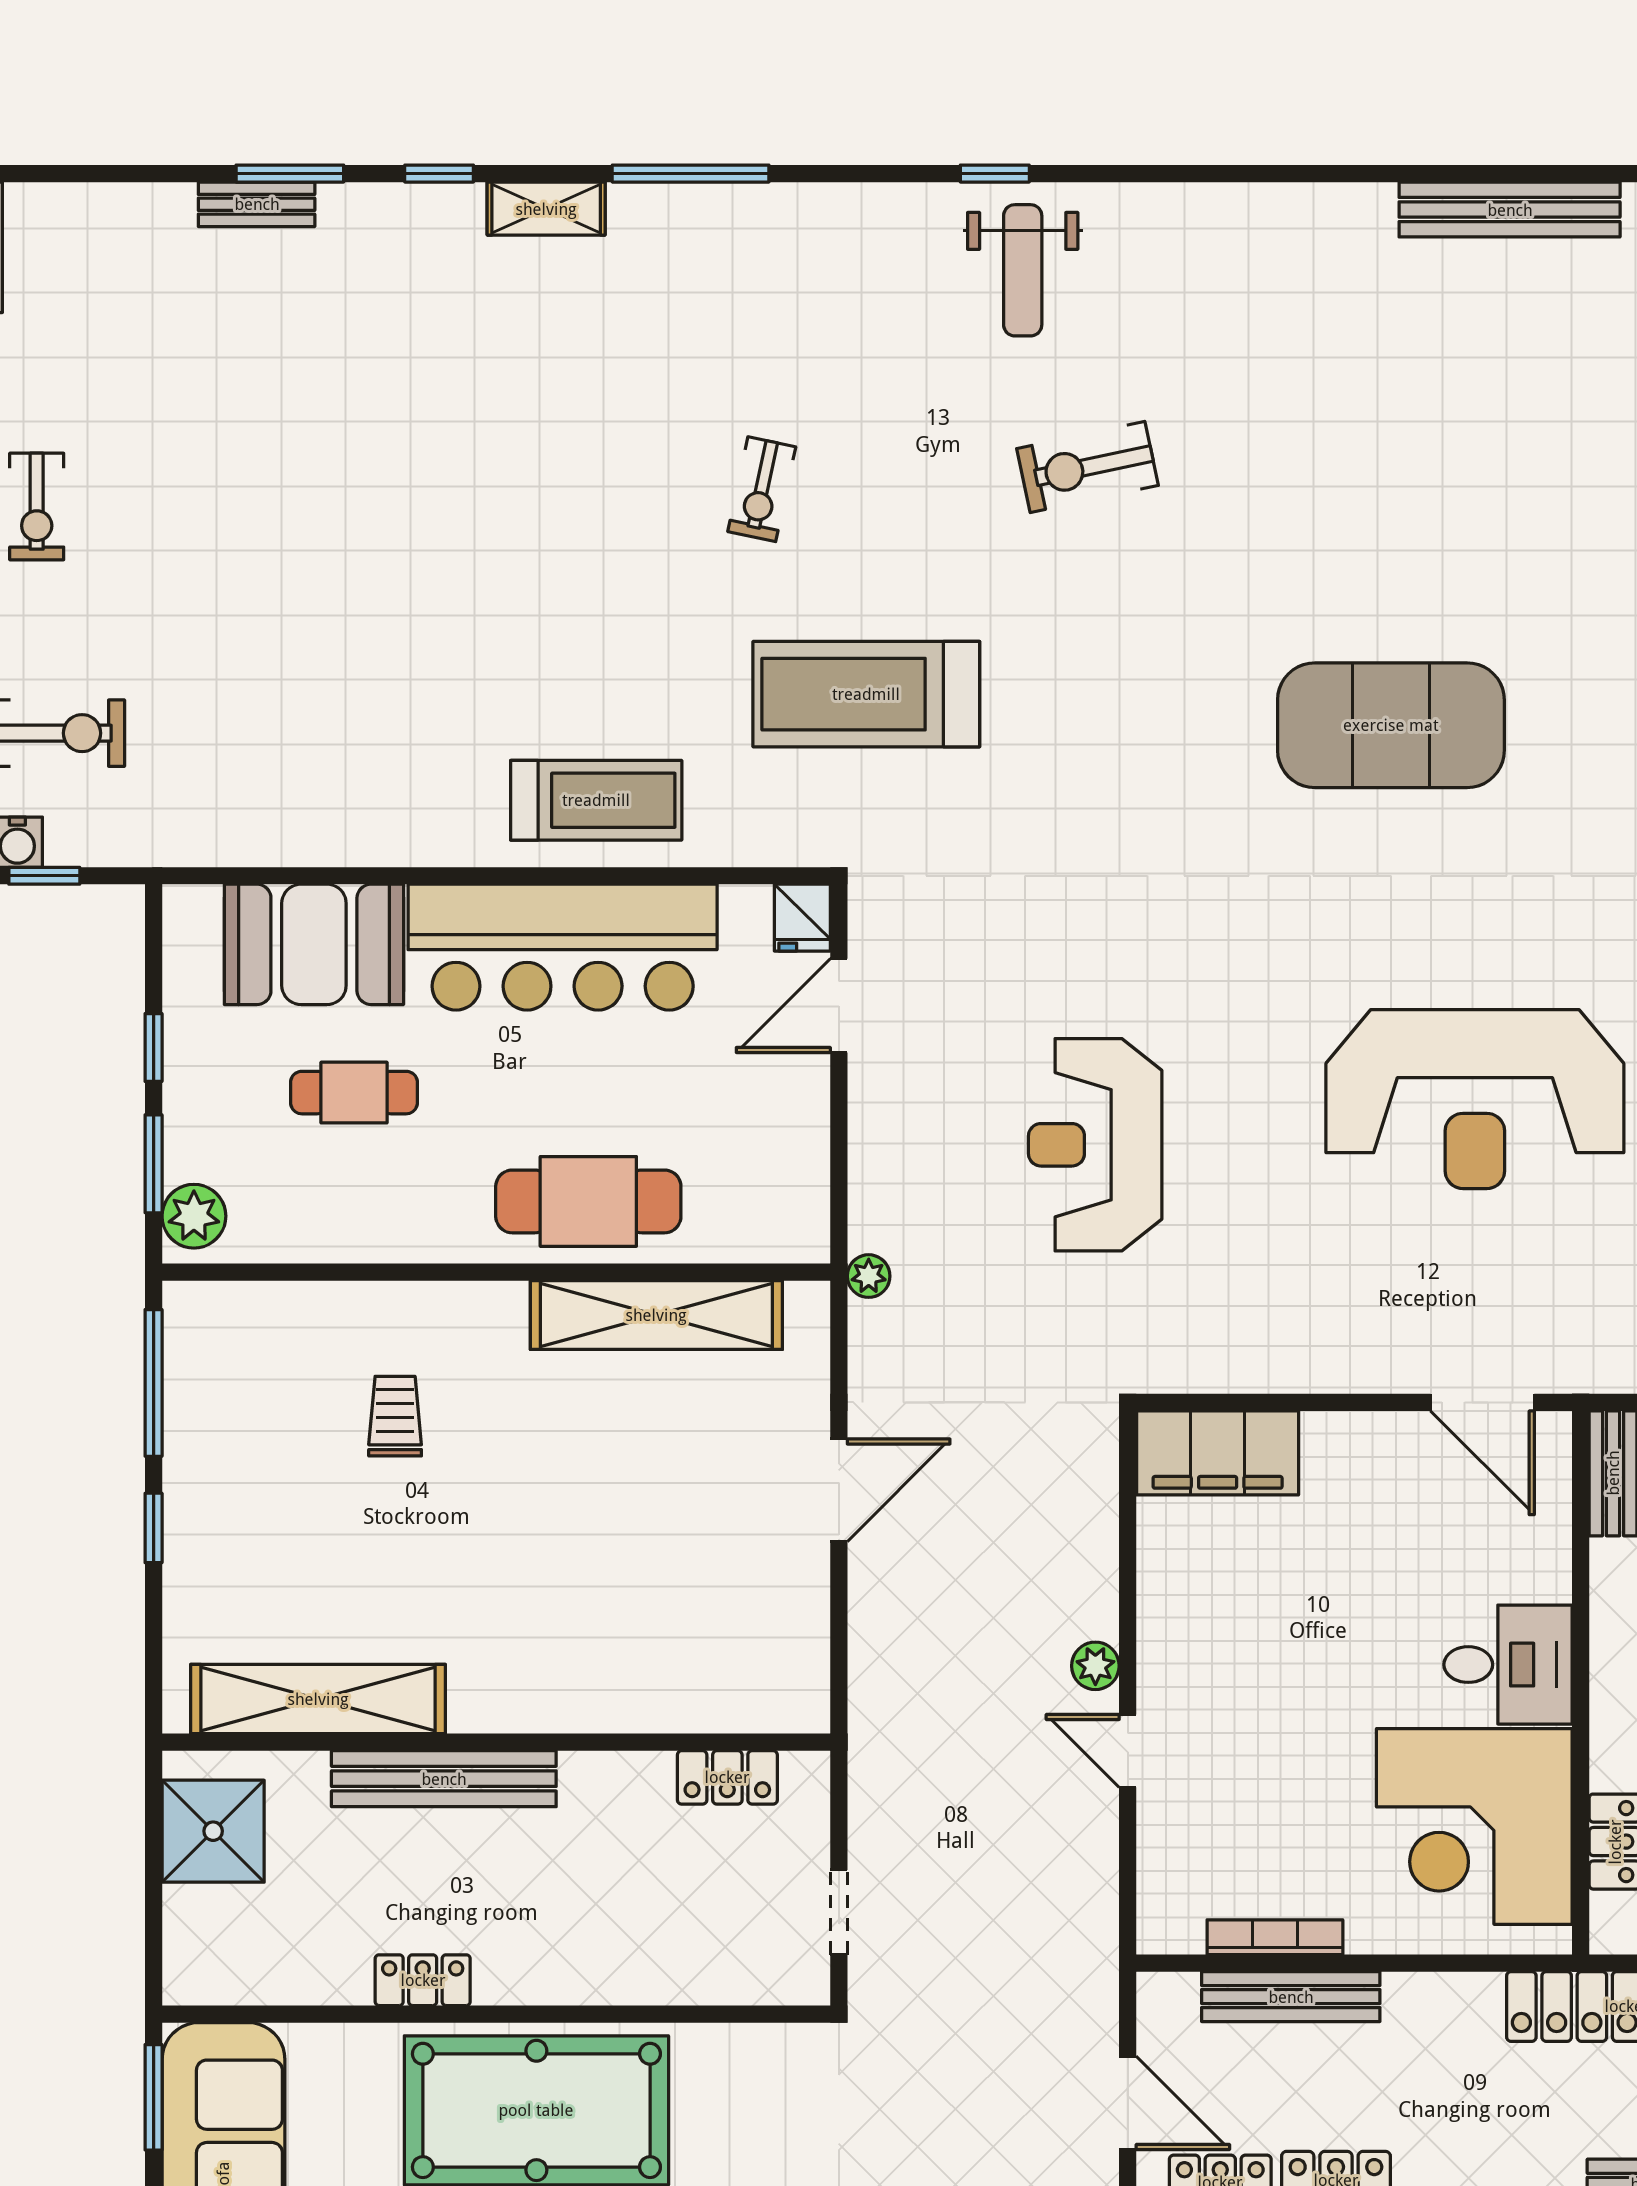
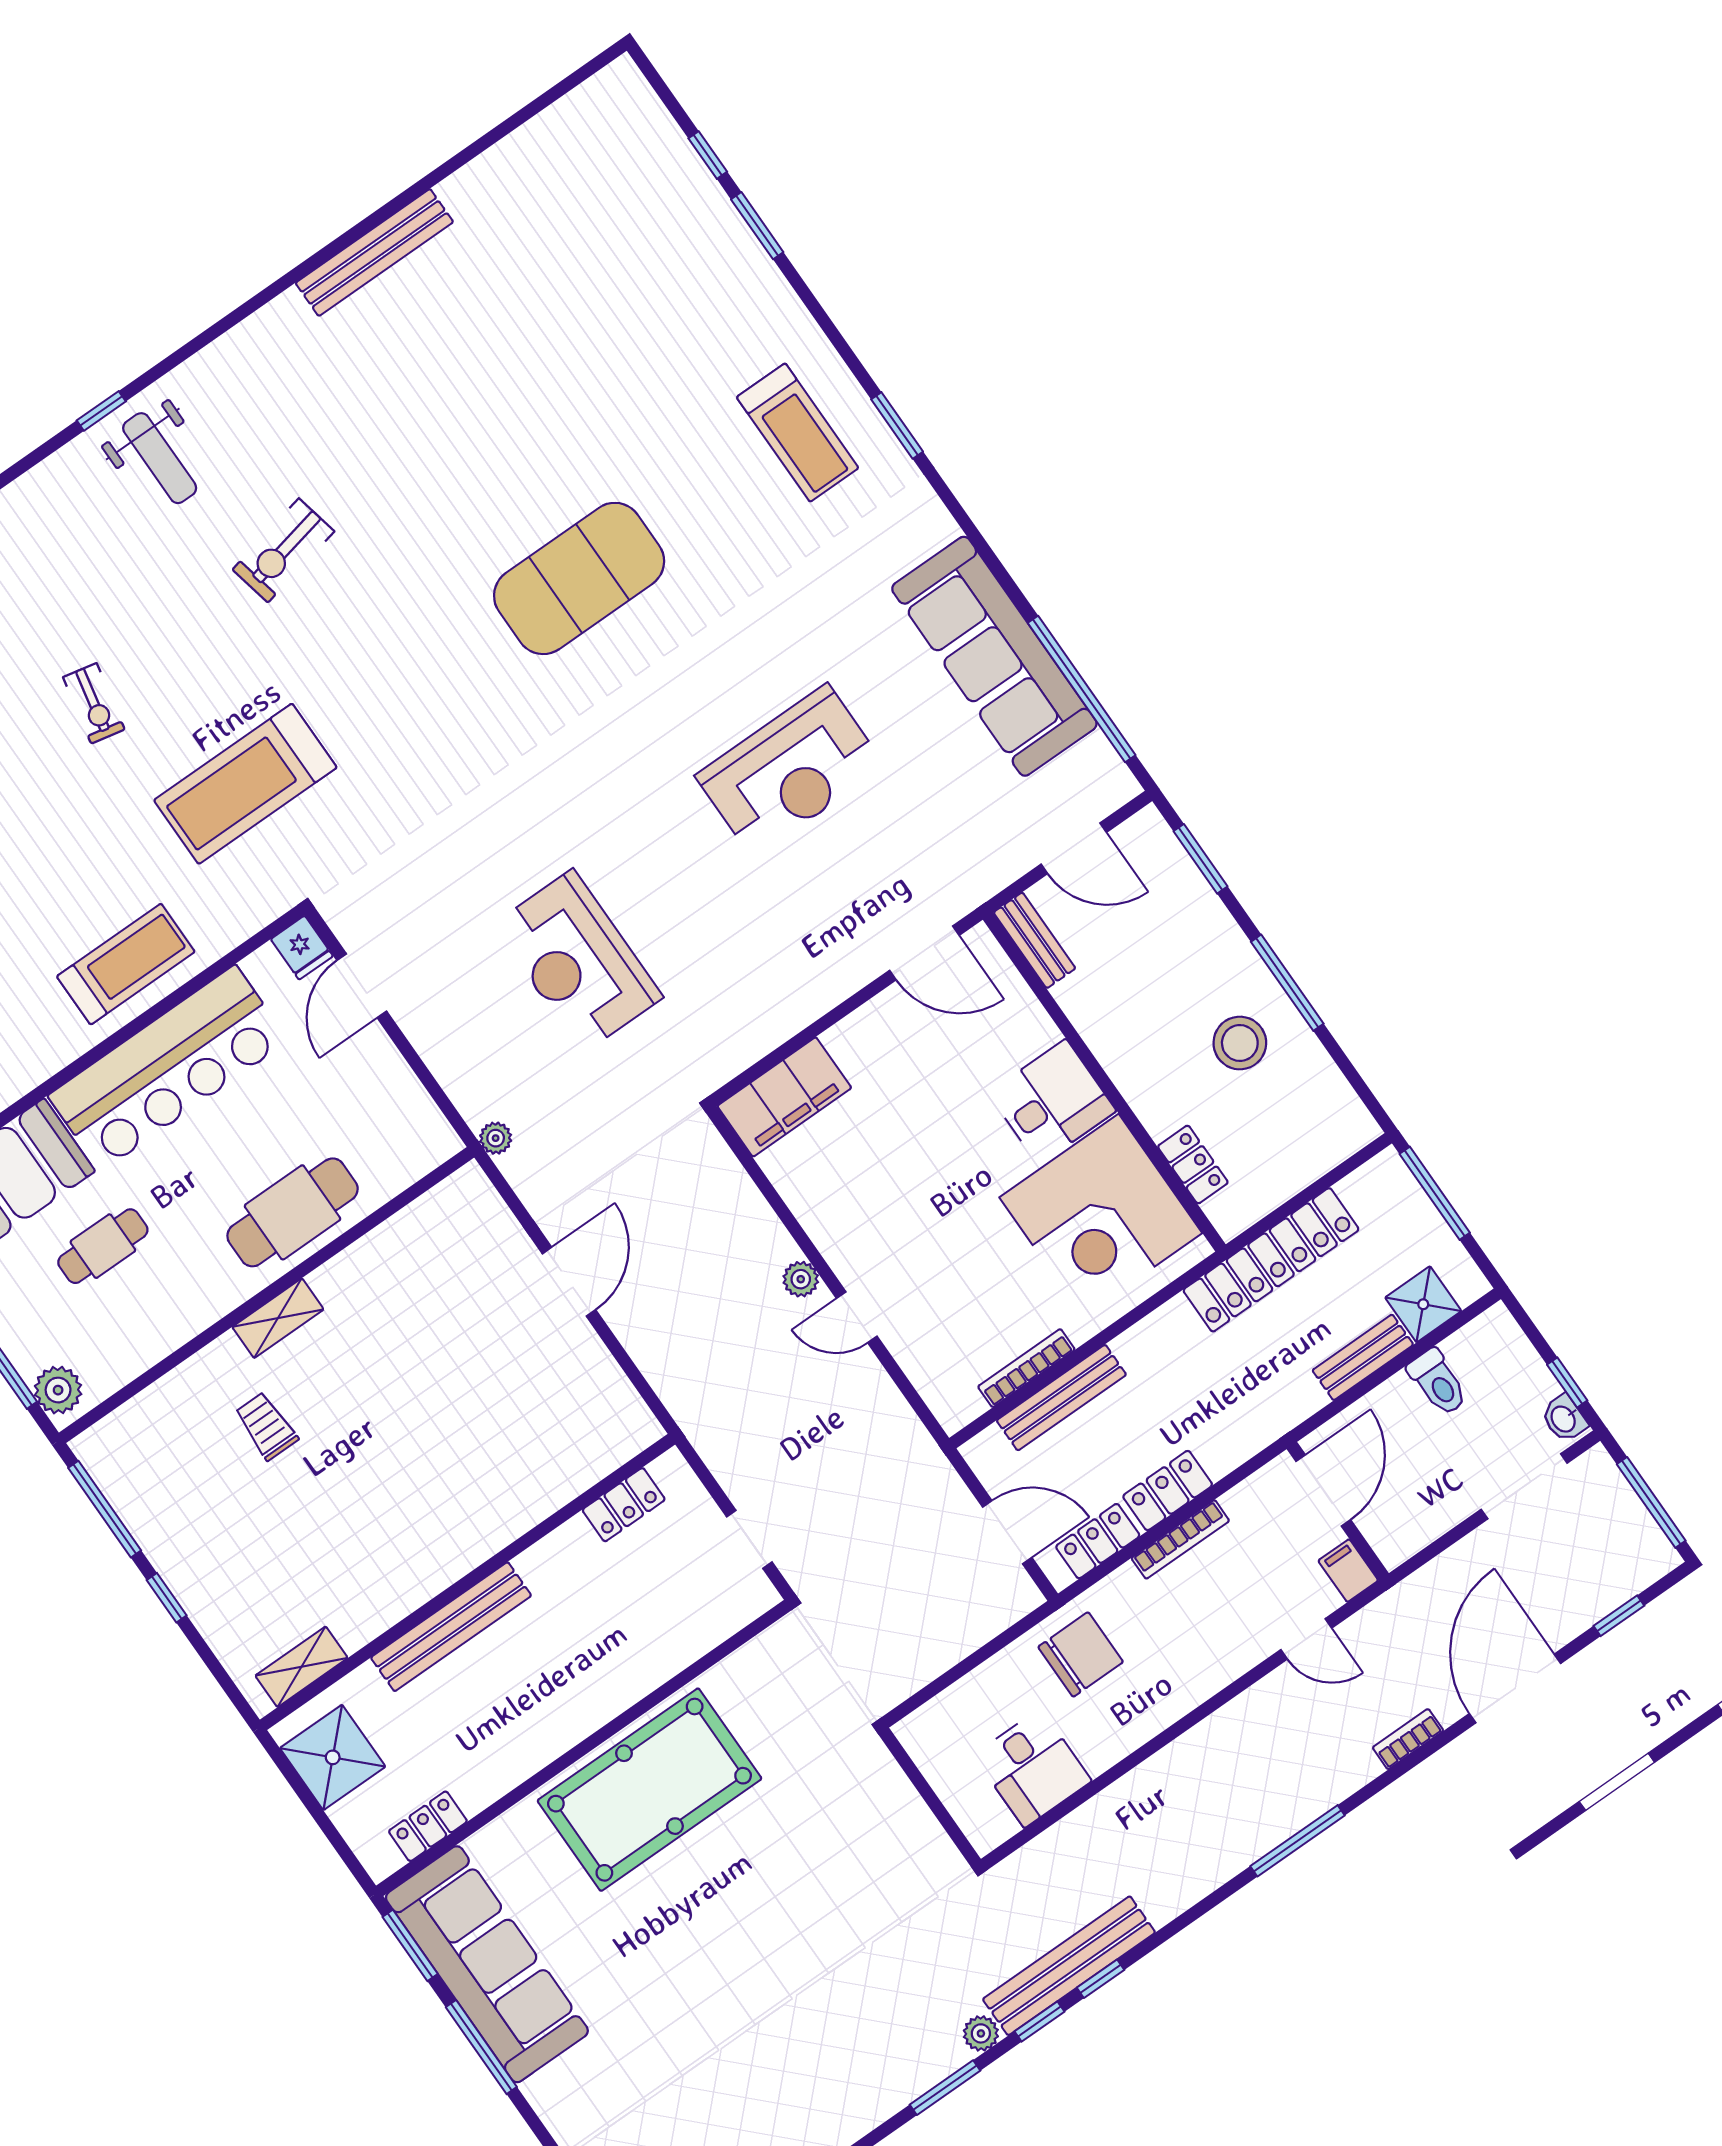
bench: (1510, 210) -> (374, 252), moved
reception desk: (1475, 1099) -> (790, 771), width x0.74, depth x0.77
shelving: (656, 1315) -> (278, 1318), moved, width x0.45, depth x0.75
shelving: (318, 1699) -> (302, 1667), width x0.45, depth x0.75
locker: (423, 1980) -> (428, 1826), moved

